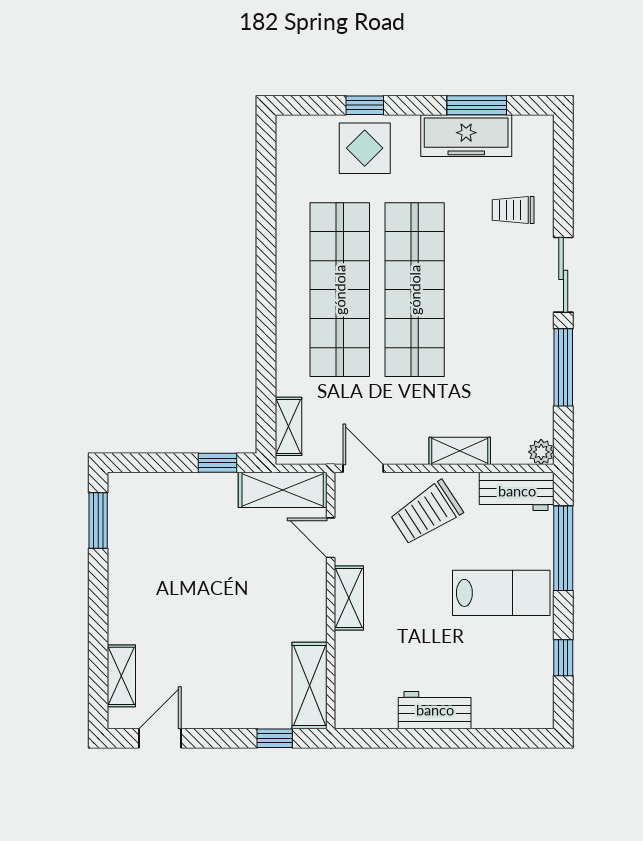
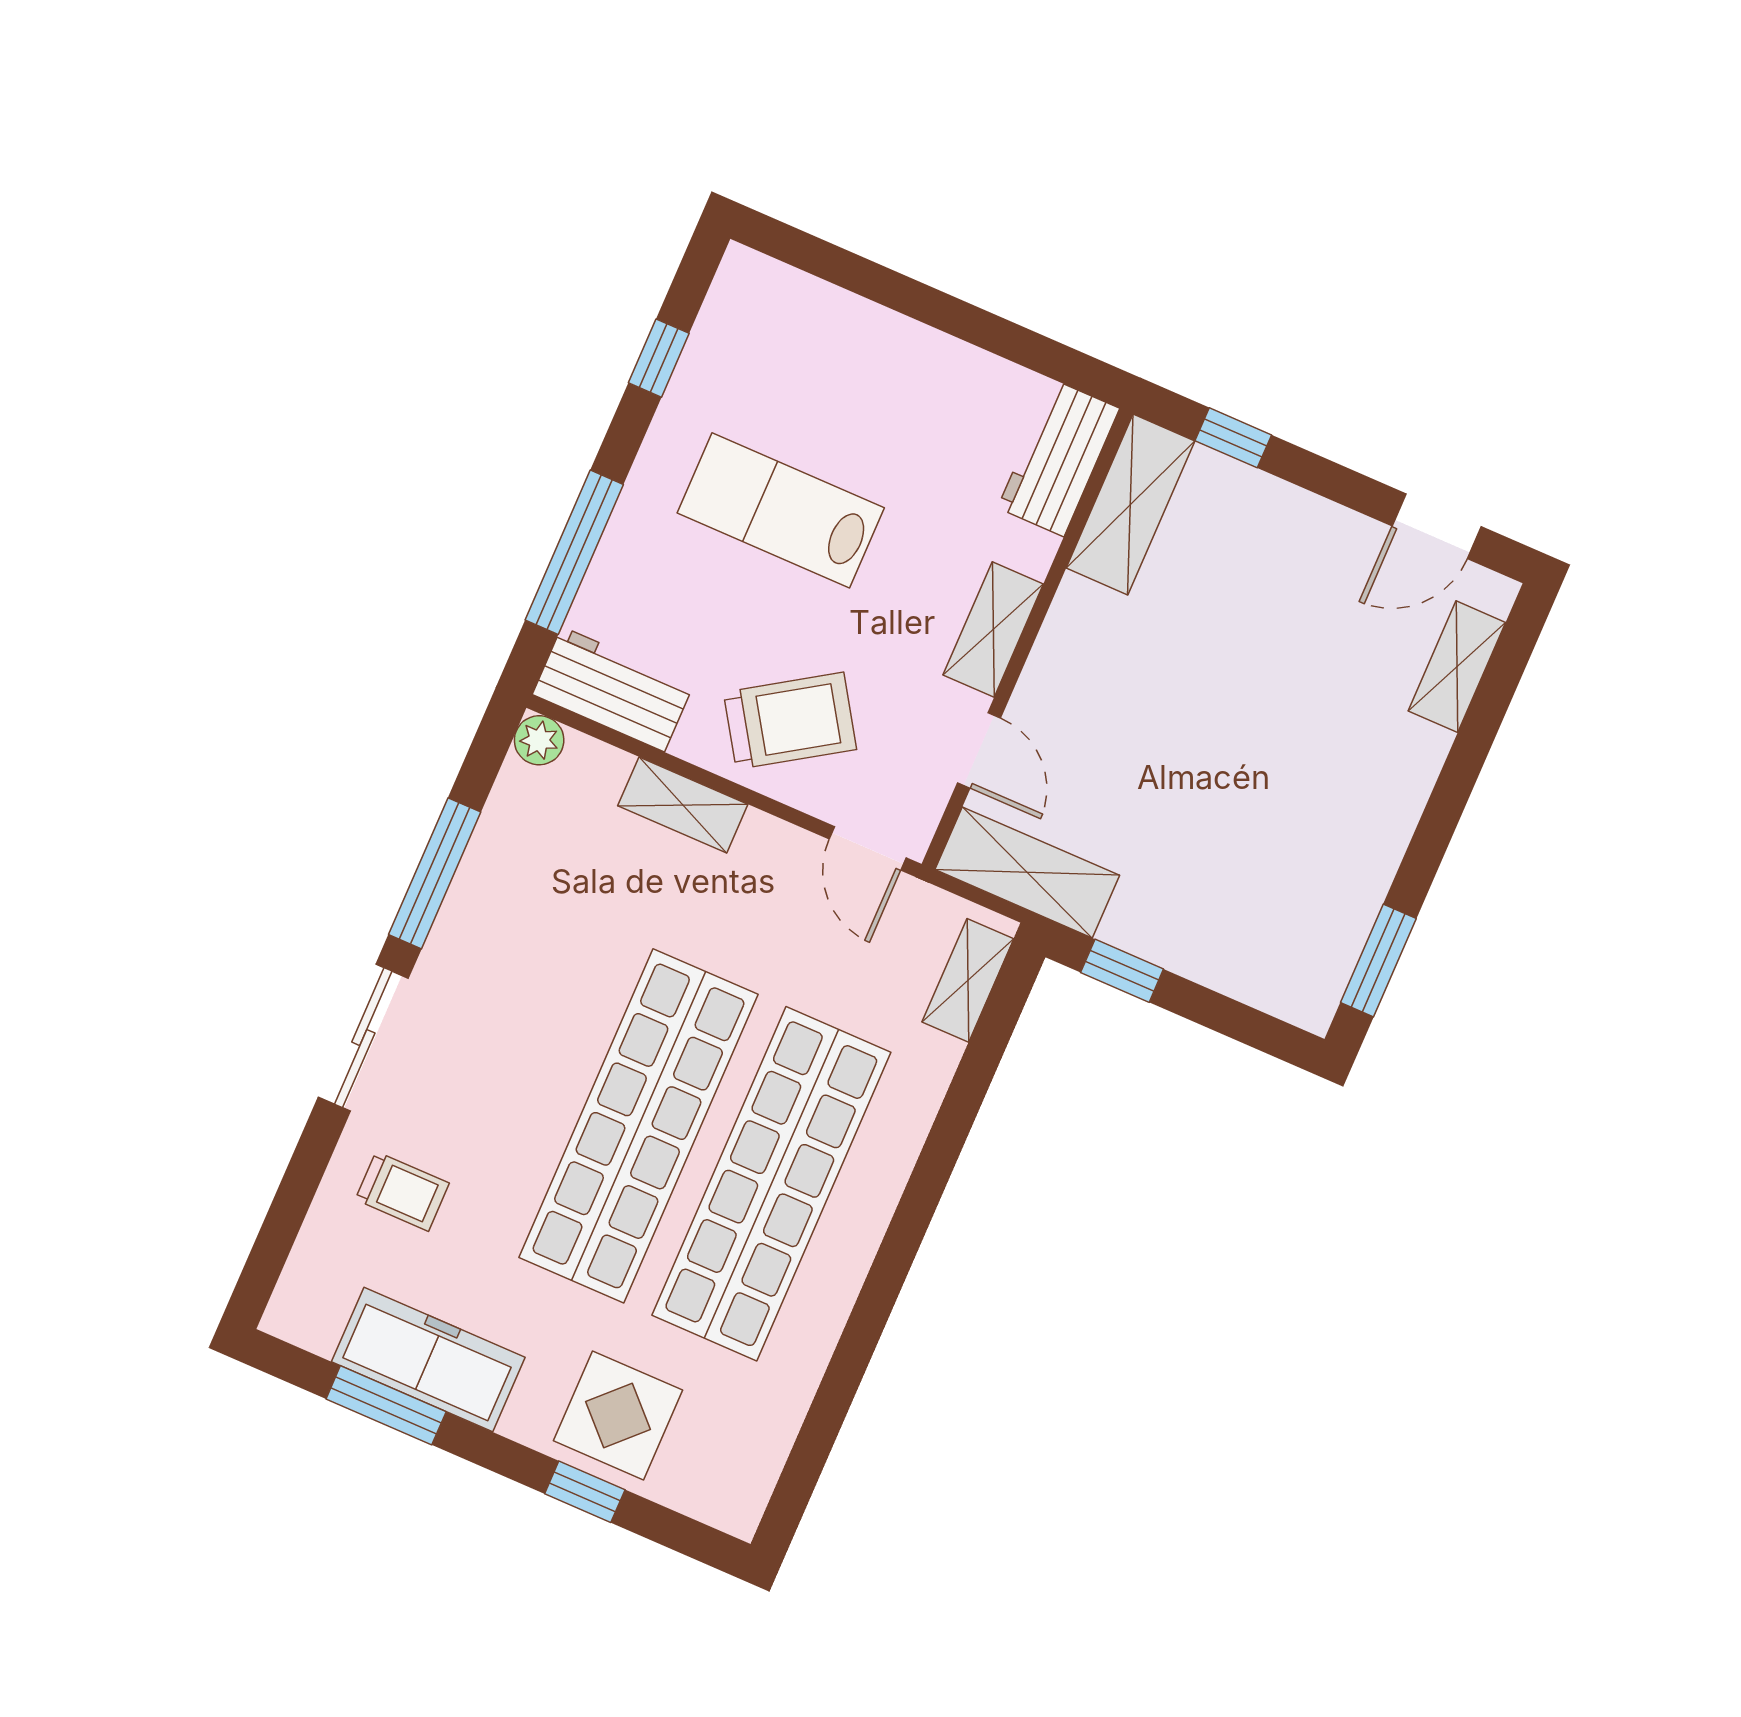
lab bench: (501, 593) -> (781, 510), moved
workbench: (435, 710) -> (1059, 458), moved, turned 90

